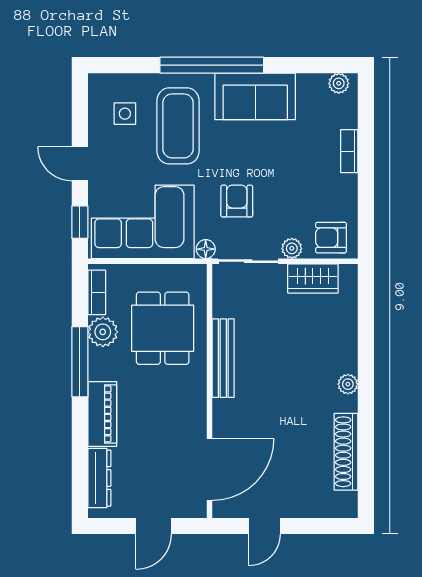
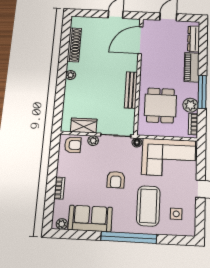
sofa: (255, 96) -> (90, 218), moved
armchair: (237, 201) -> (116, 180), moved
window: (80, 222) -> (201, 159), removed

